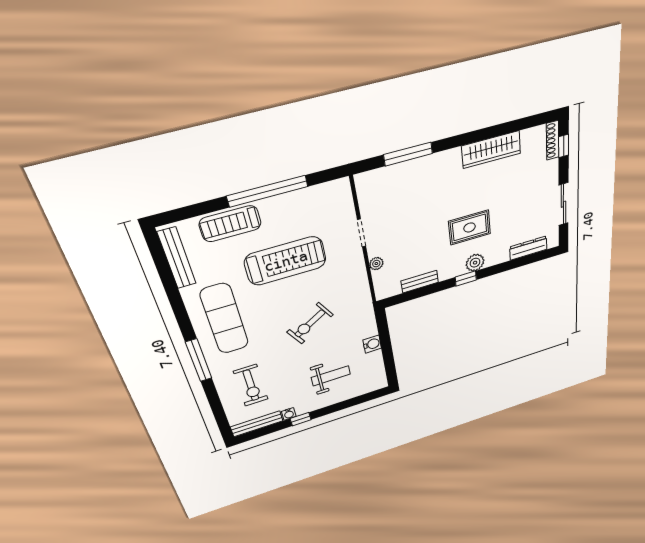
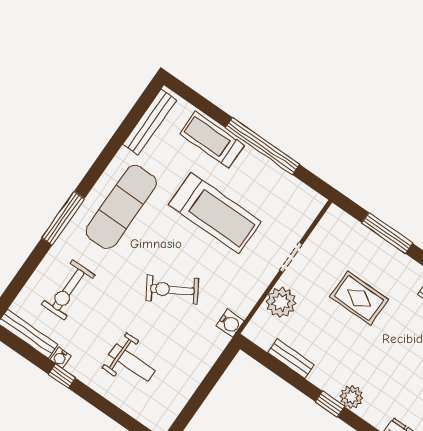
rug: (470, 227) -> (359, 298), moved
plant: (376, 264) -> (281, 302), width x1.88, depth x1.88
water cooler: (372, 344) -> (230, 323), moved

